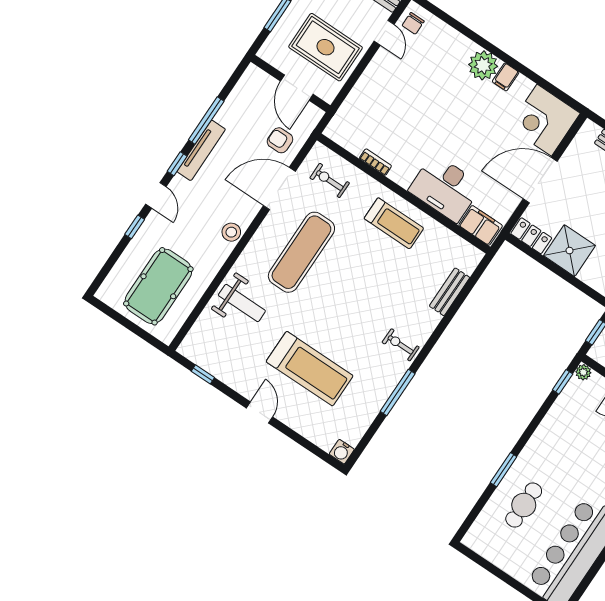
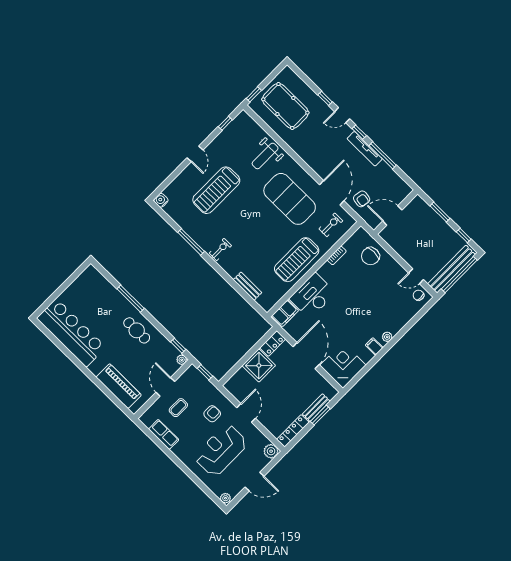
rug: (326, 47) -> (414, 238), removed
plant: (483, 65) -> (387, 337), width x0.53, depth x0.53
chair: (366, 110) -> (370, 256), added
armchair: (280, 140) -> (362, 199), turned 99
treadmill: (394, 223) -> (297, 260), width x1.37, depth x1.38
stool: (231, 232) -> (310, 158), removed
exercise mat: (301, 252) -> (290, 199), width x1.47
window: (150, 339) -> (254, 94), added
door: (260, 412) -> (195, 154), hinge flipped
window: (504, 470) -> (131, 299), width x1.44
cafe table: (524, 505) -> (137, 330), moved

